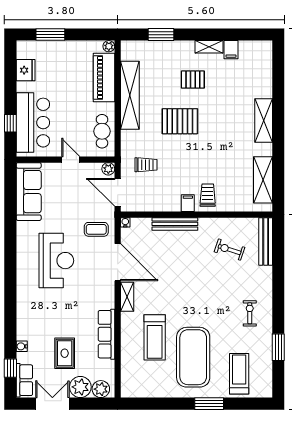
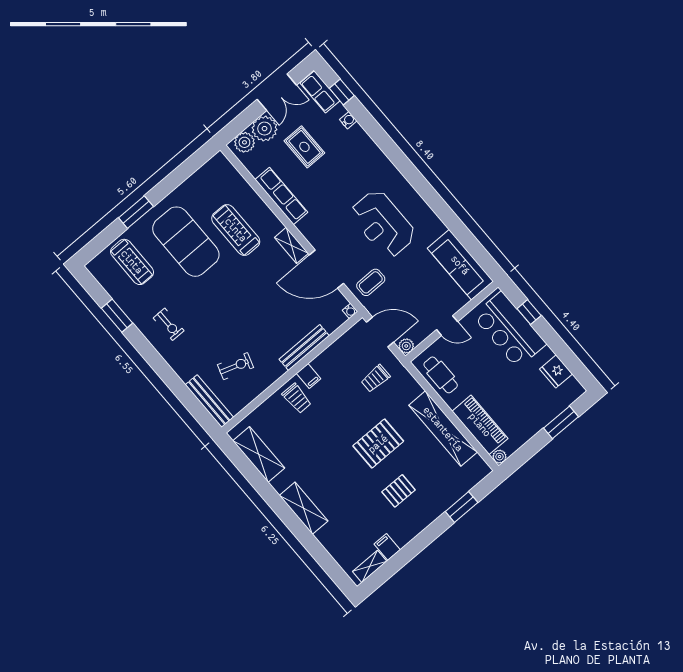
shelving: (209, 47) -> (370, 566), moved

